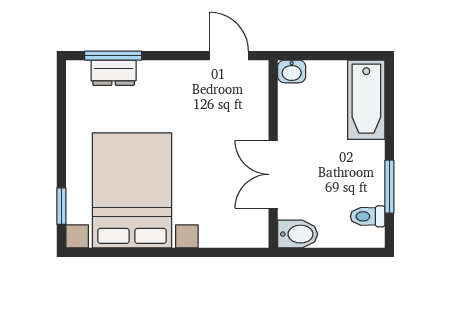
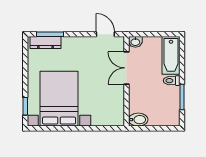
dresser: (114, 73) -> (45, 42), width x1.44
double door: (273, 174) -> (126, 68), moved
toilet: (368, 216) -> (172, 81), moved

